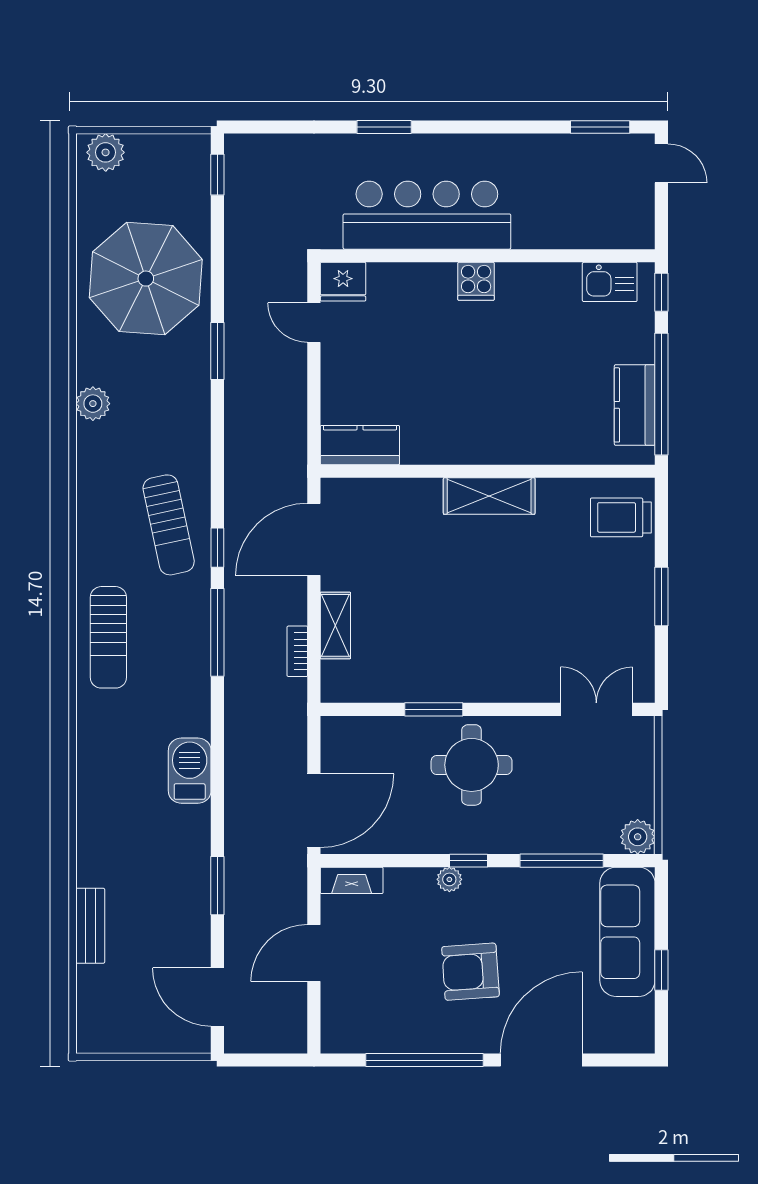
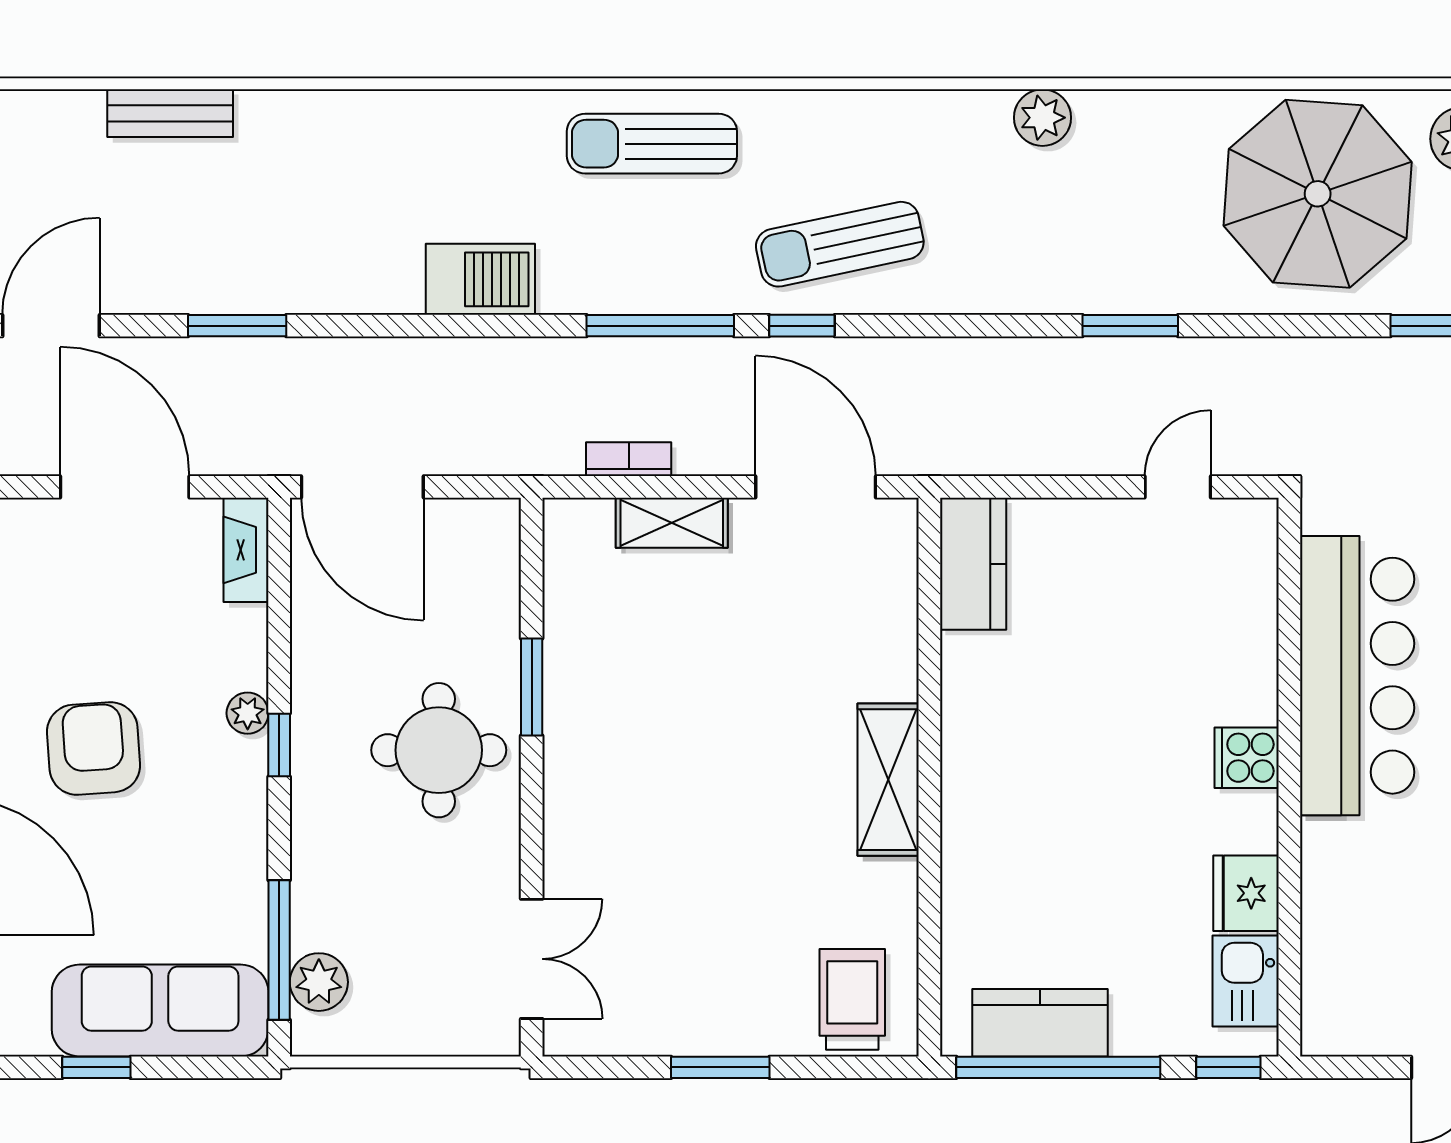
parasol: (146, 279) -> (1318, 194), moved
fridge: (343, 282) -> (1246, 893), moved
barbecue: (190, 771) -> (480, 279), moved
plant: (638, 837) -> (319, 982), moved
window: (562, 861) -> (279, 950), moved
door: (314, 953) -> (125, 487), width x1.36

